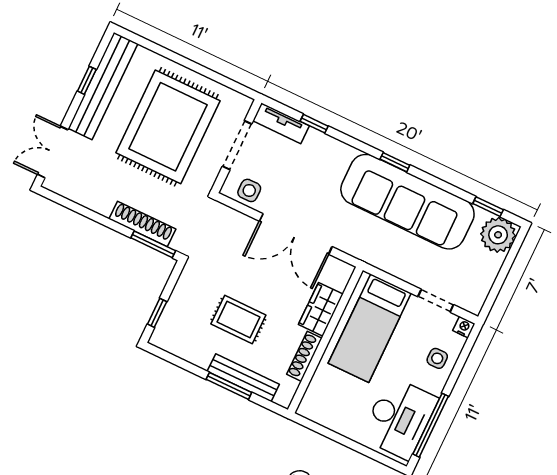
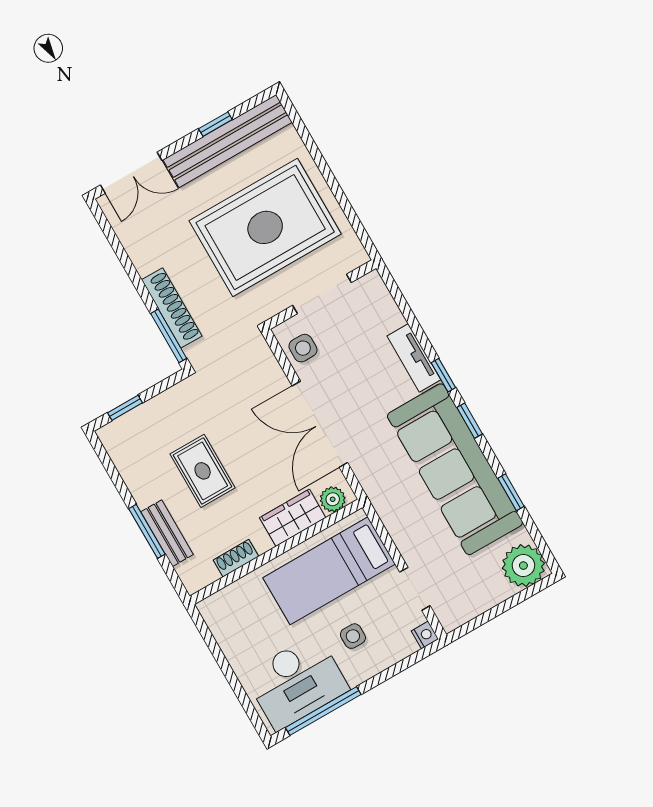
tv unit: (281, 123) -> (414, 358), moved
window: (314, 124) -> (443, 375), moved
double door: (53, 152) -> (131, 173), swing flipped
window: (488, 207) -> (511, 492), moved
plant: (339, 278) -> (333, 499), added
shoe rack: (304, 356) -> (236, 558), width x0.70
side table: (437, 358) -> (353, 636), moved
bench: (243, 378) -> (167, 533), width x0.73

